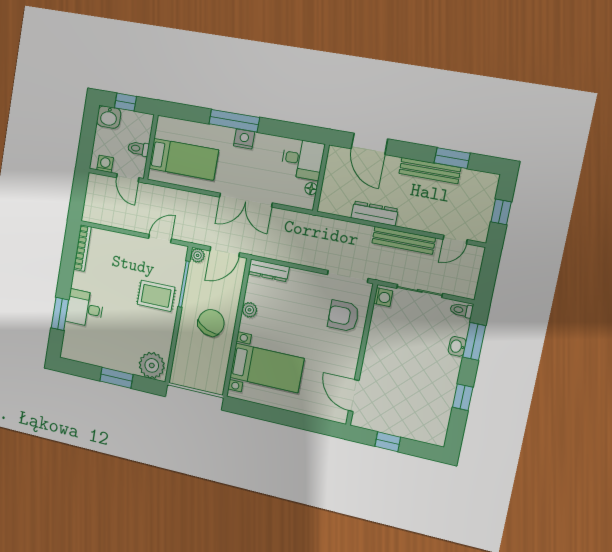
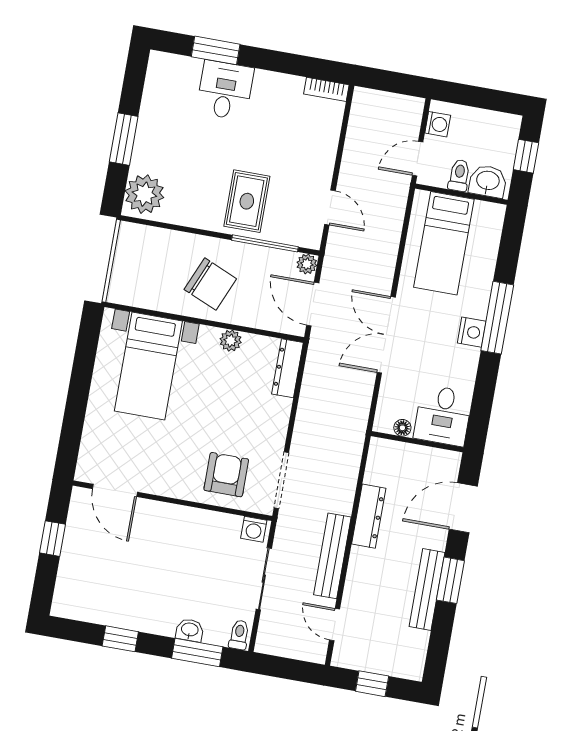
washbasin: (109, 117) -> (488, 181), moved, turned 90
window: (452, 158) -> (450, 580), moved
bookcase: (82, 248) -> (326, 89), width x0.64
door: (354, 396) -> (115, 490), swing flipped

